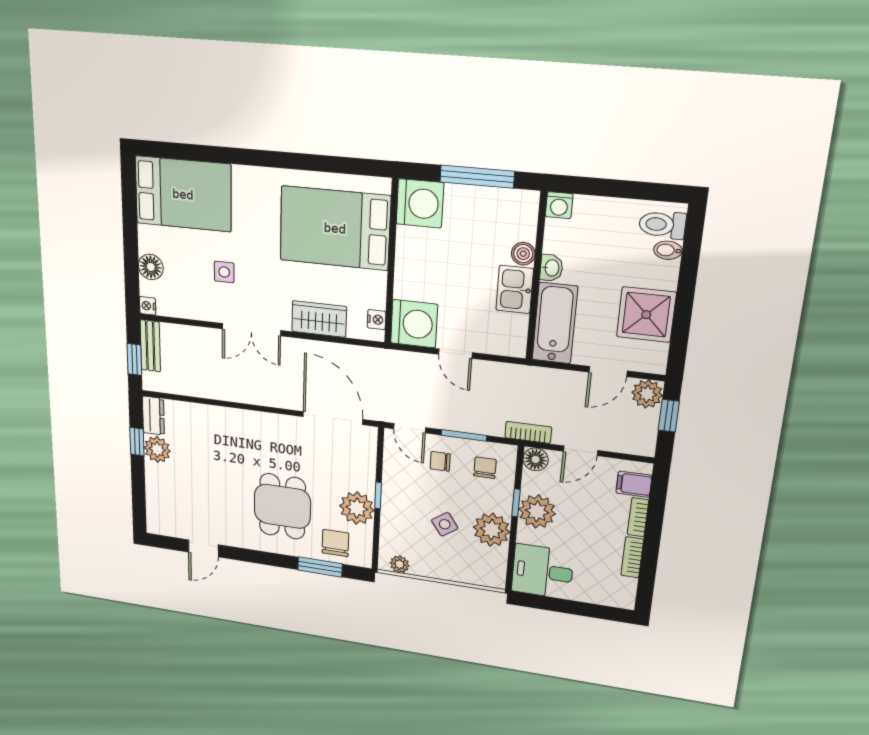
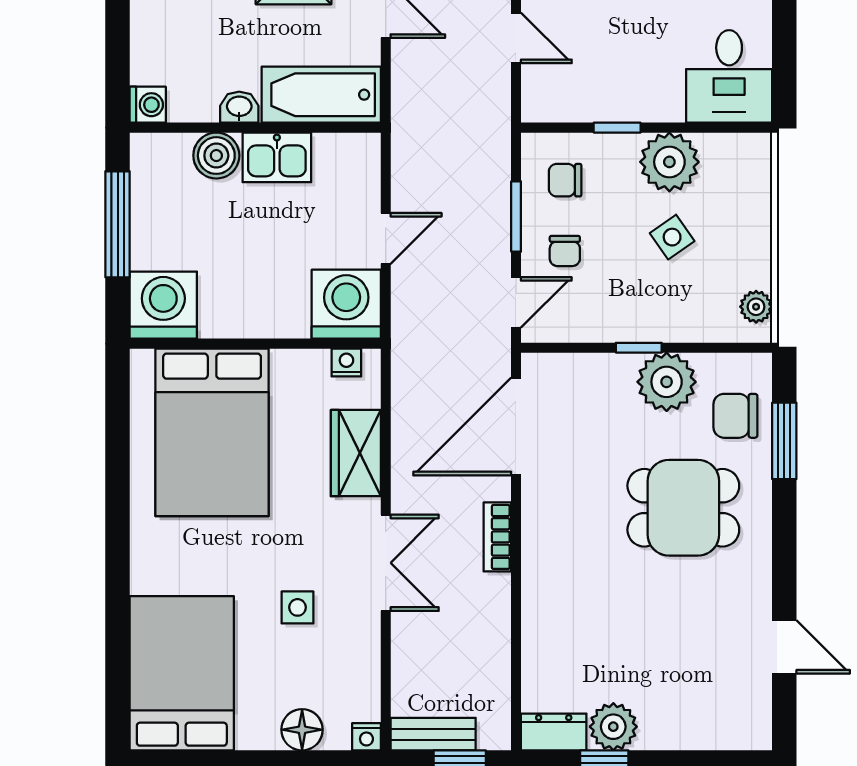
boiler: (523, 254) -> (216, 156), width x1.36, depth x1.36
bookcase: (528, 432) -> (497, 537), moved
floor lamp: (536, 459) -> (540, 104), removed
plant: (537, 512) -> (627, 94), removed

